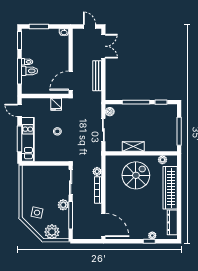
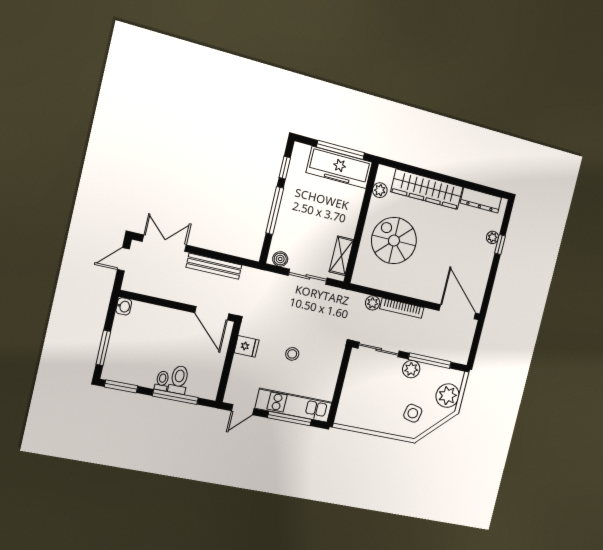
freezer: (169, 133) -> (339, 167), added
shelving: (133, 146) -> (341, 256), moved
door: (103, 225) -> (457, 312), hinge flipped

